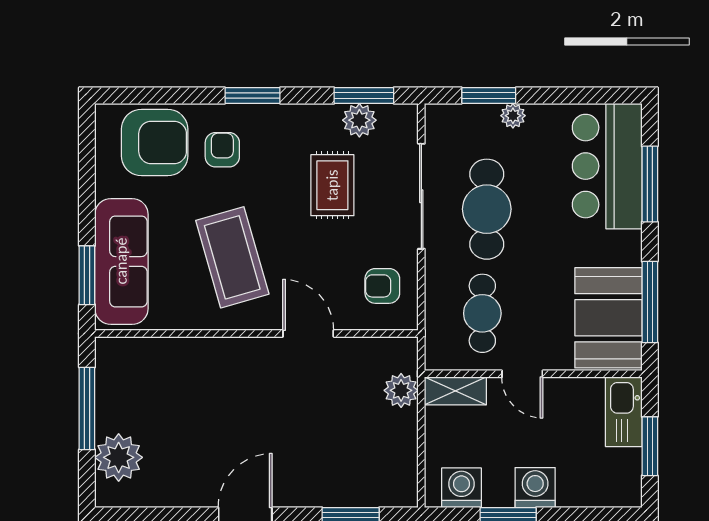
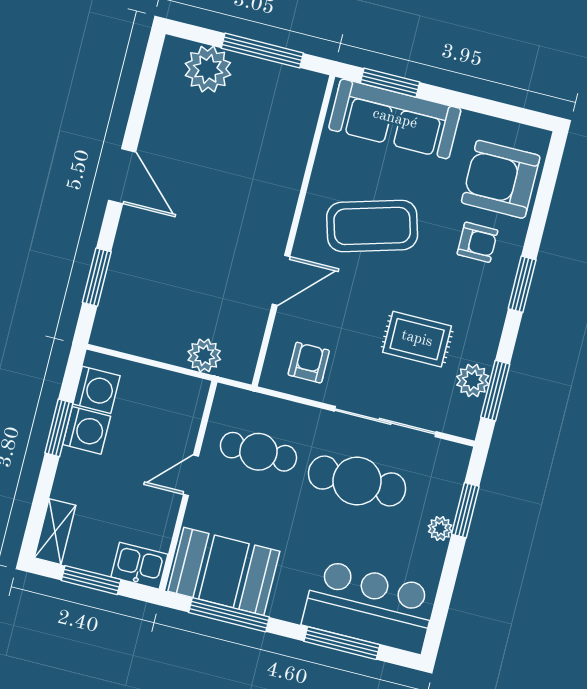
armchair: (155, 142) -> (501, 179), turned 90
shelving: (455, 391) -> (55, 532), moved
kitchen sink: (624, 412) -> (139, 566), width x0.73
washing machine: (535, 488) -> (87, 430), moved

